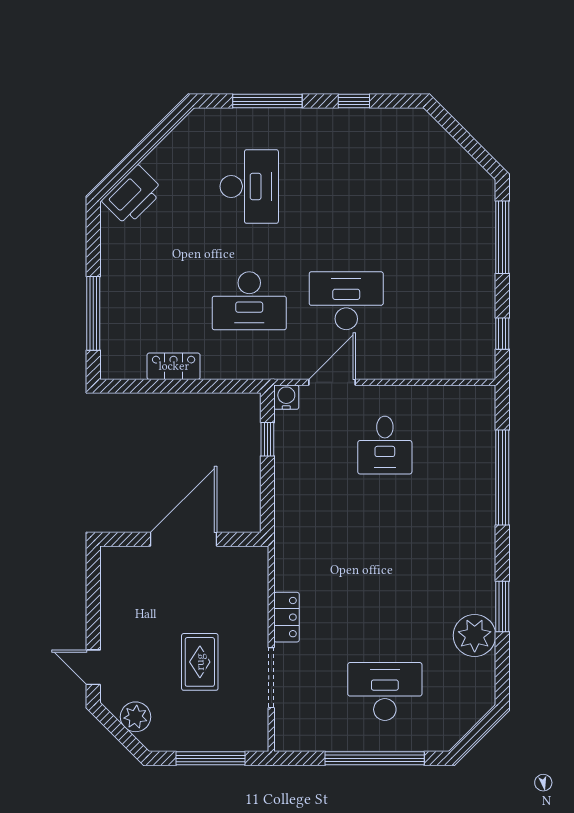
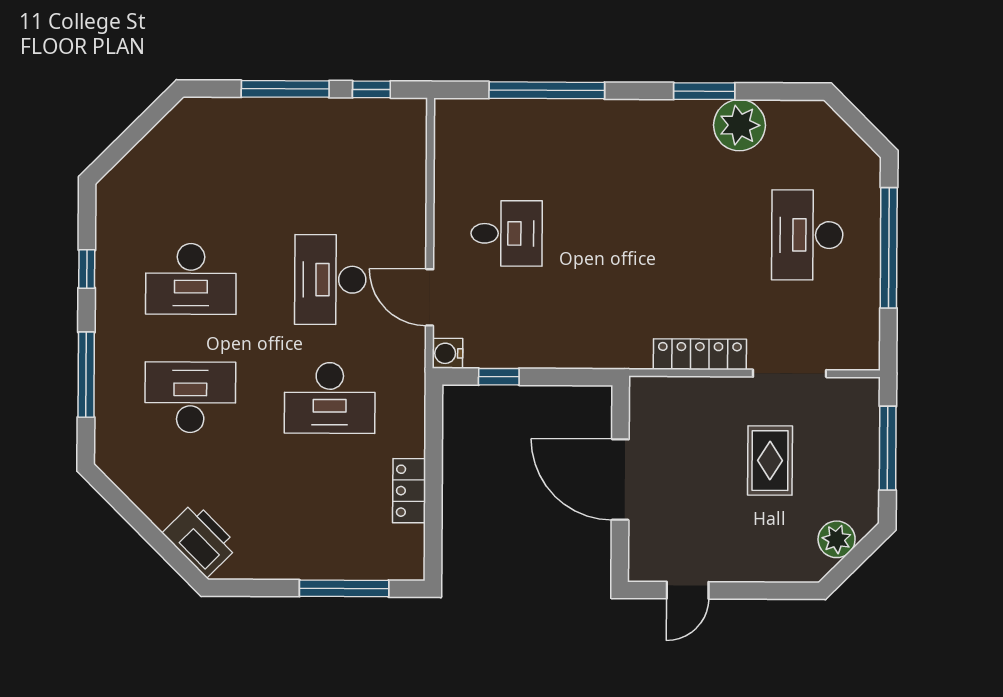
desk: (346, 186) -> (191, 279), added
window: (502, 237) -> (285, 89), moved
desk: (249, 301) -> (330, 398), turned 90
locker: (287, 617) -> (700, 354), width x1.53
rug: (200, 662) -> (770, 461), turned 90
door: (93, 667) -> (688, 590), moved

